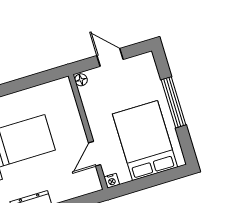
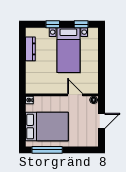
window: (173, 102) -> (47, 150), moved
door: (95, 154) -> (75, 95), moved

